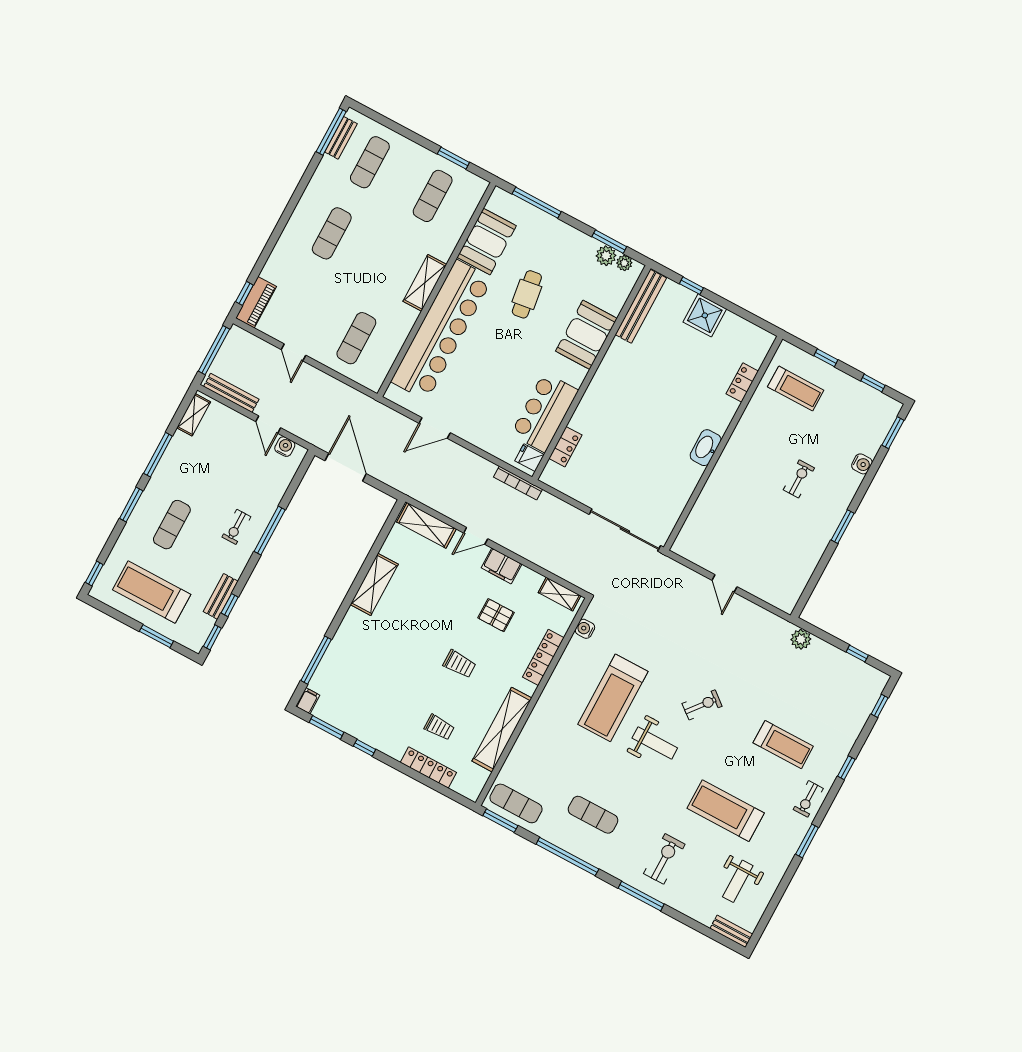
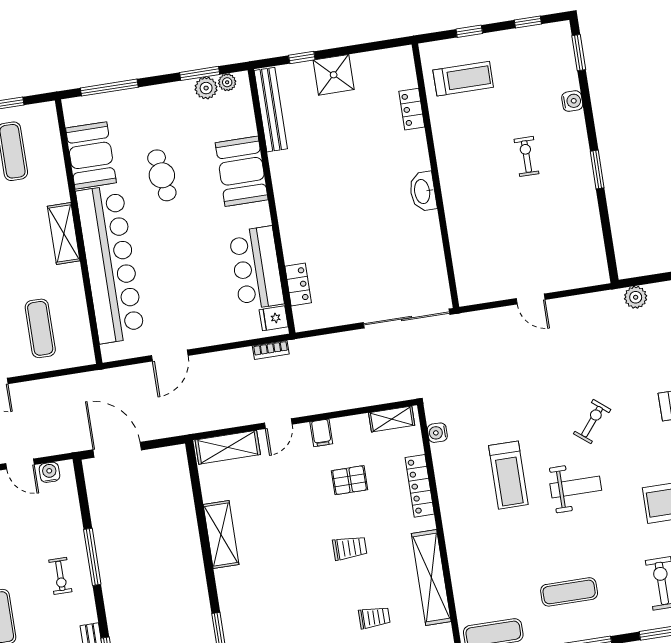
bookcase: (518, 483) -> (271, 350), width x0.64
filing cabinet: (502, 566) -> (321, 433), width x0.50
treadmill: (613, 698) -> (508, 475), width x0.73, depth x0.73

